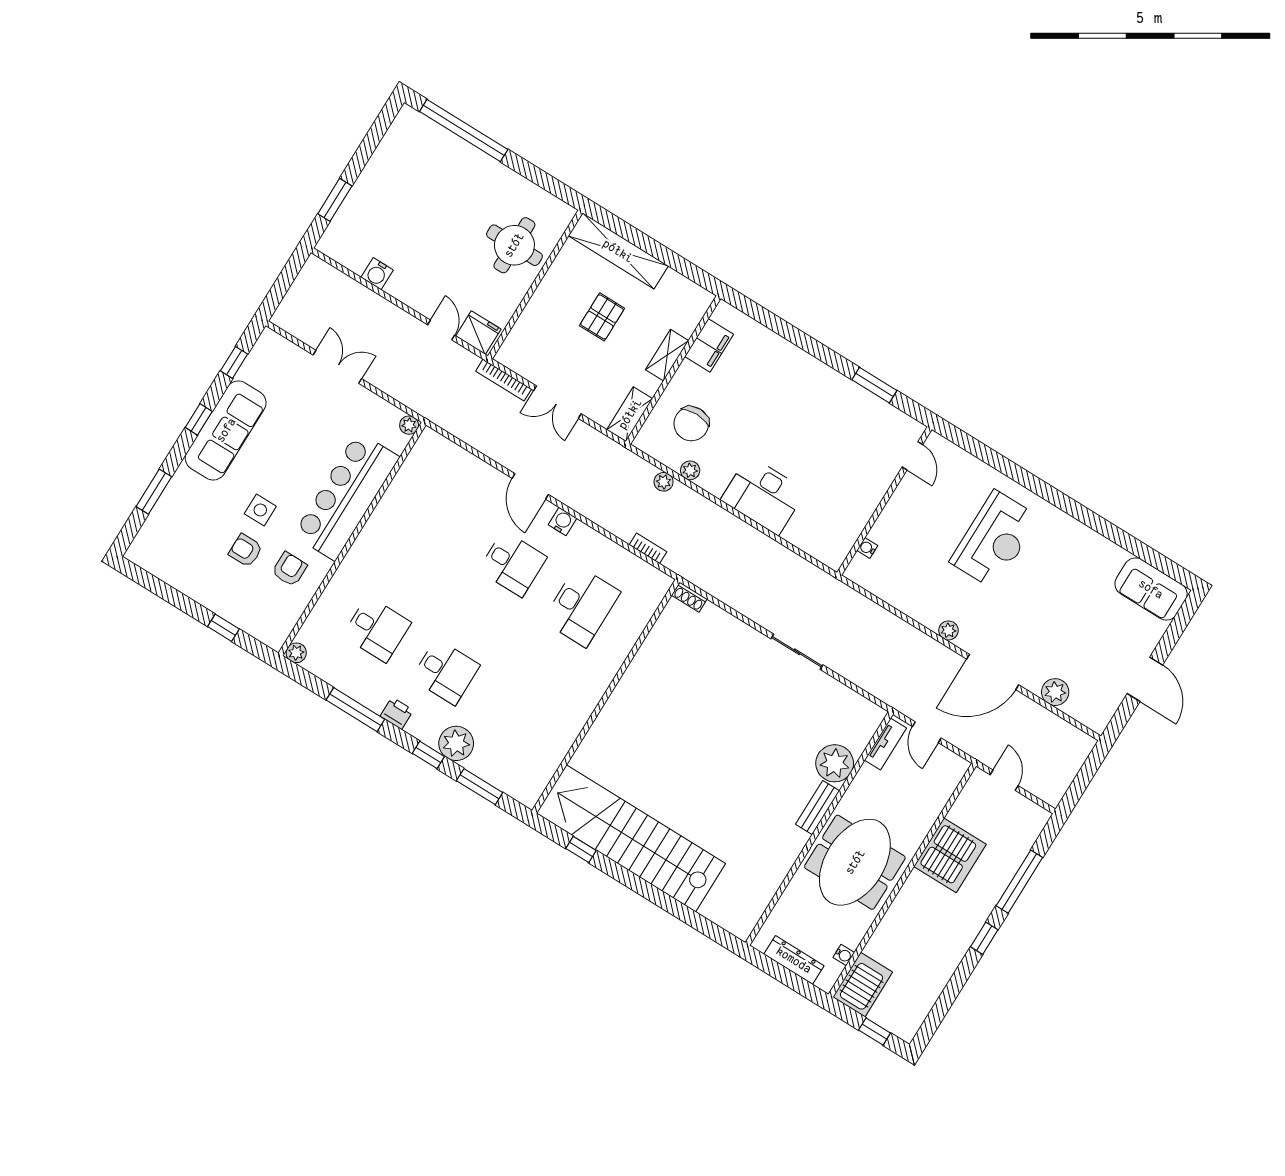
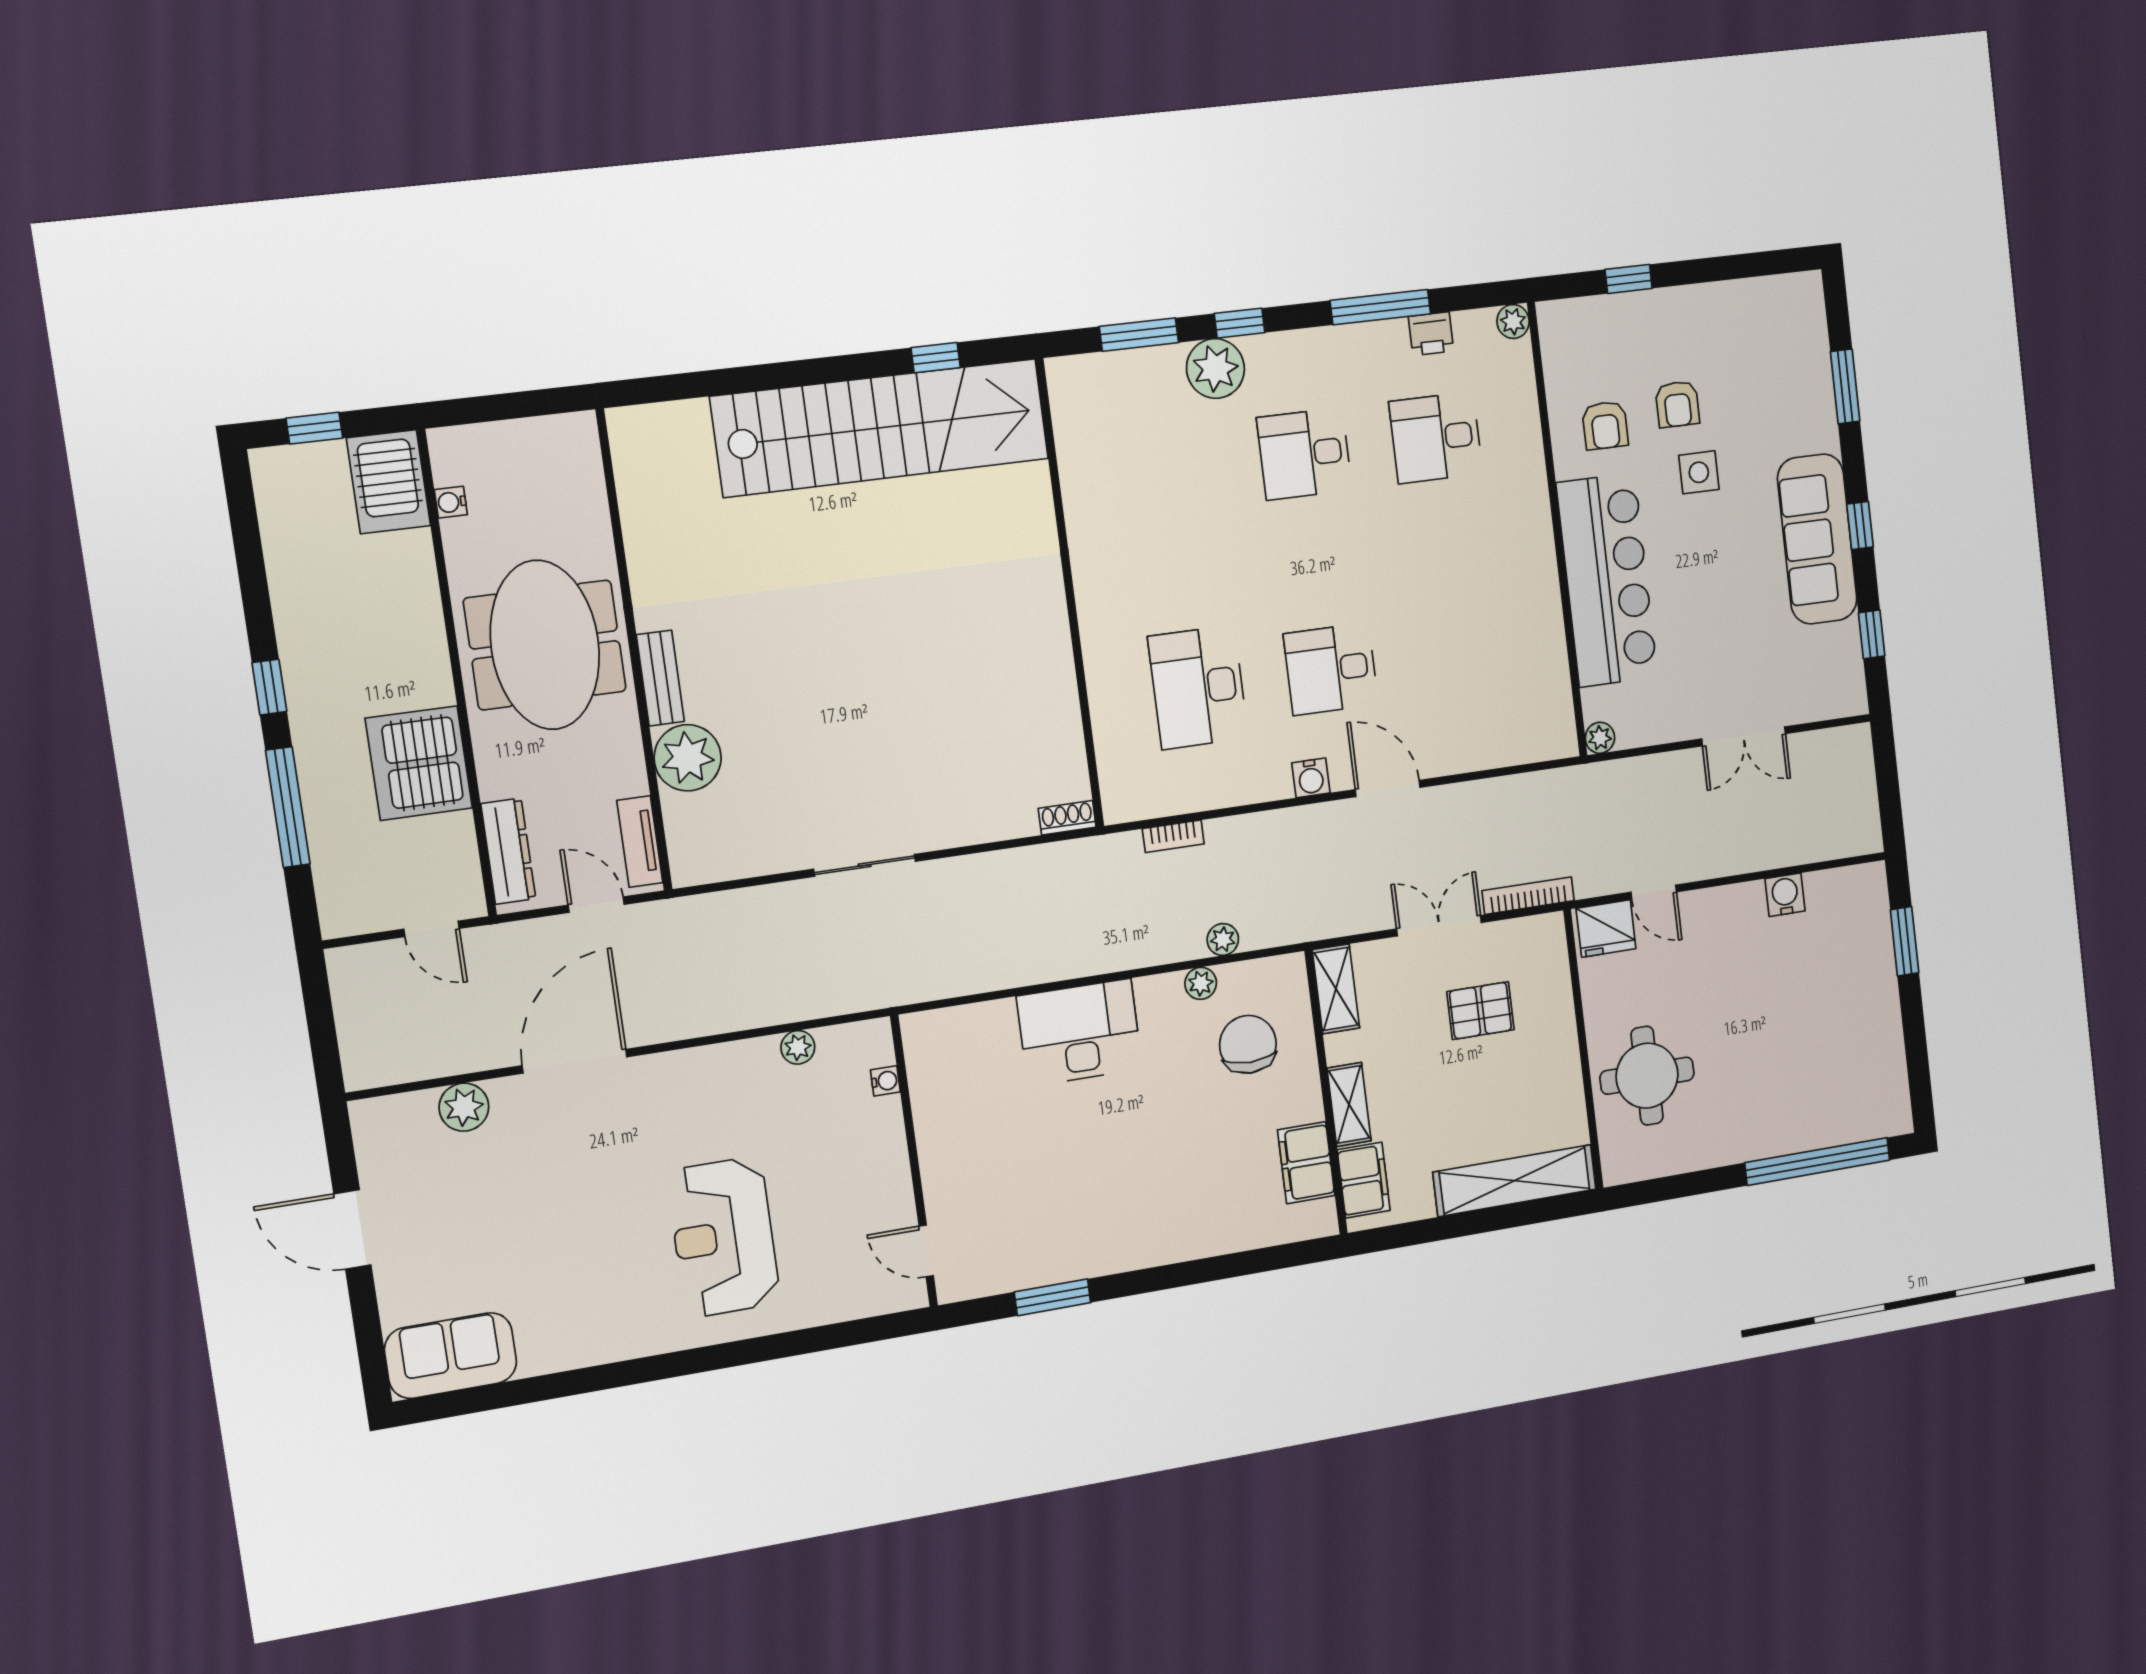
filing cabinet: (689, 314) -> (1364, 1180), added
pallet: (602, 317) -> (1481, 1011), moved, turned 90
armchair: (246, 550) -> (1677, 404), turned 90
plant: (948, 630) -> (798, 1047), moved
printer: (397, 713) -> (1431, 334), moved
dresser: (794, 960) -> (508, 851), moved, turned -90

